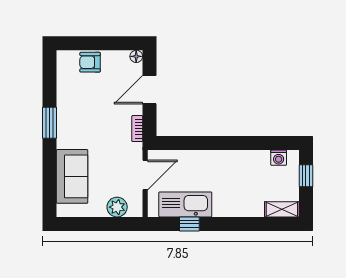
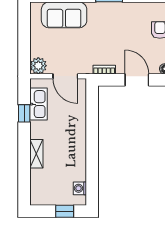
kitchen sink: (185, 204) -> (39, 104), width x0.73, depth x0.81
plant: (117, 207) -> (38, 66), moved
shelving: (282, 209) -> (36, 154), moved

